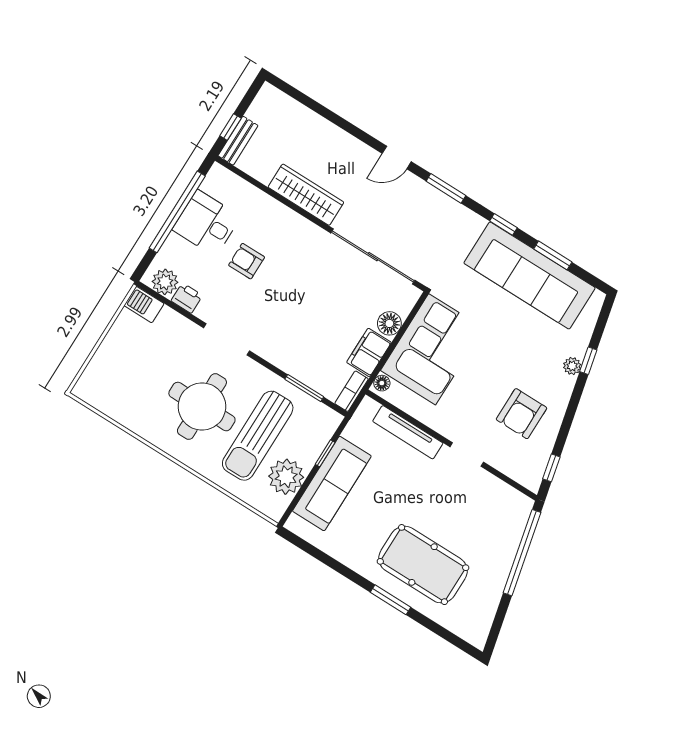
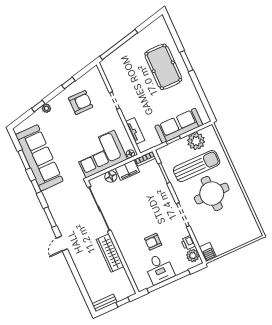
bench: (238, 141) -> (104, 303), moved
door: (397, 158) -> (62, 244), swing flipped
armchair: (247, 261) -> (153, 242), turned 90
tv unit: (408, 432) -> (135, 131), width x0.71
window: (551, 468) -> (68, 83), moved

